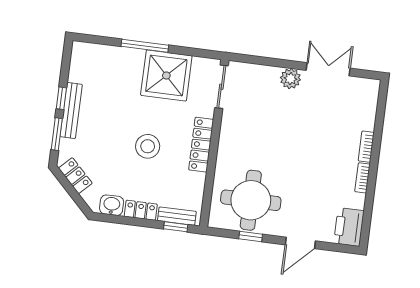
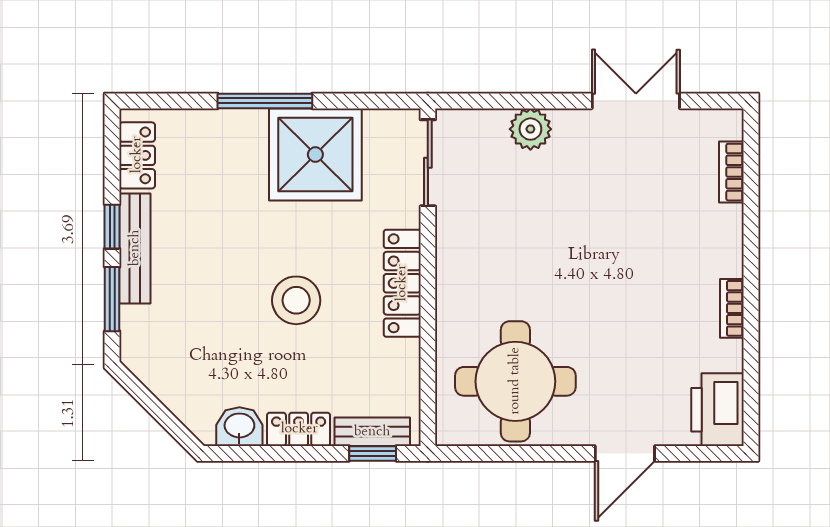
plant: (290, 79) -> (530, 129), moved
bookcase: (366, 147) -> (731, 172), moved
locker: (75, 176) -> (137, 155), moved, turned 45
window: (251, 236) -> (524, 453), removed

